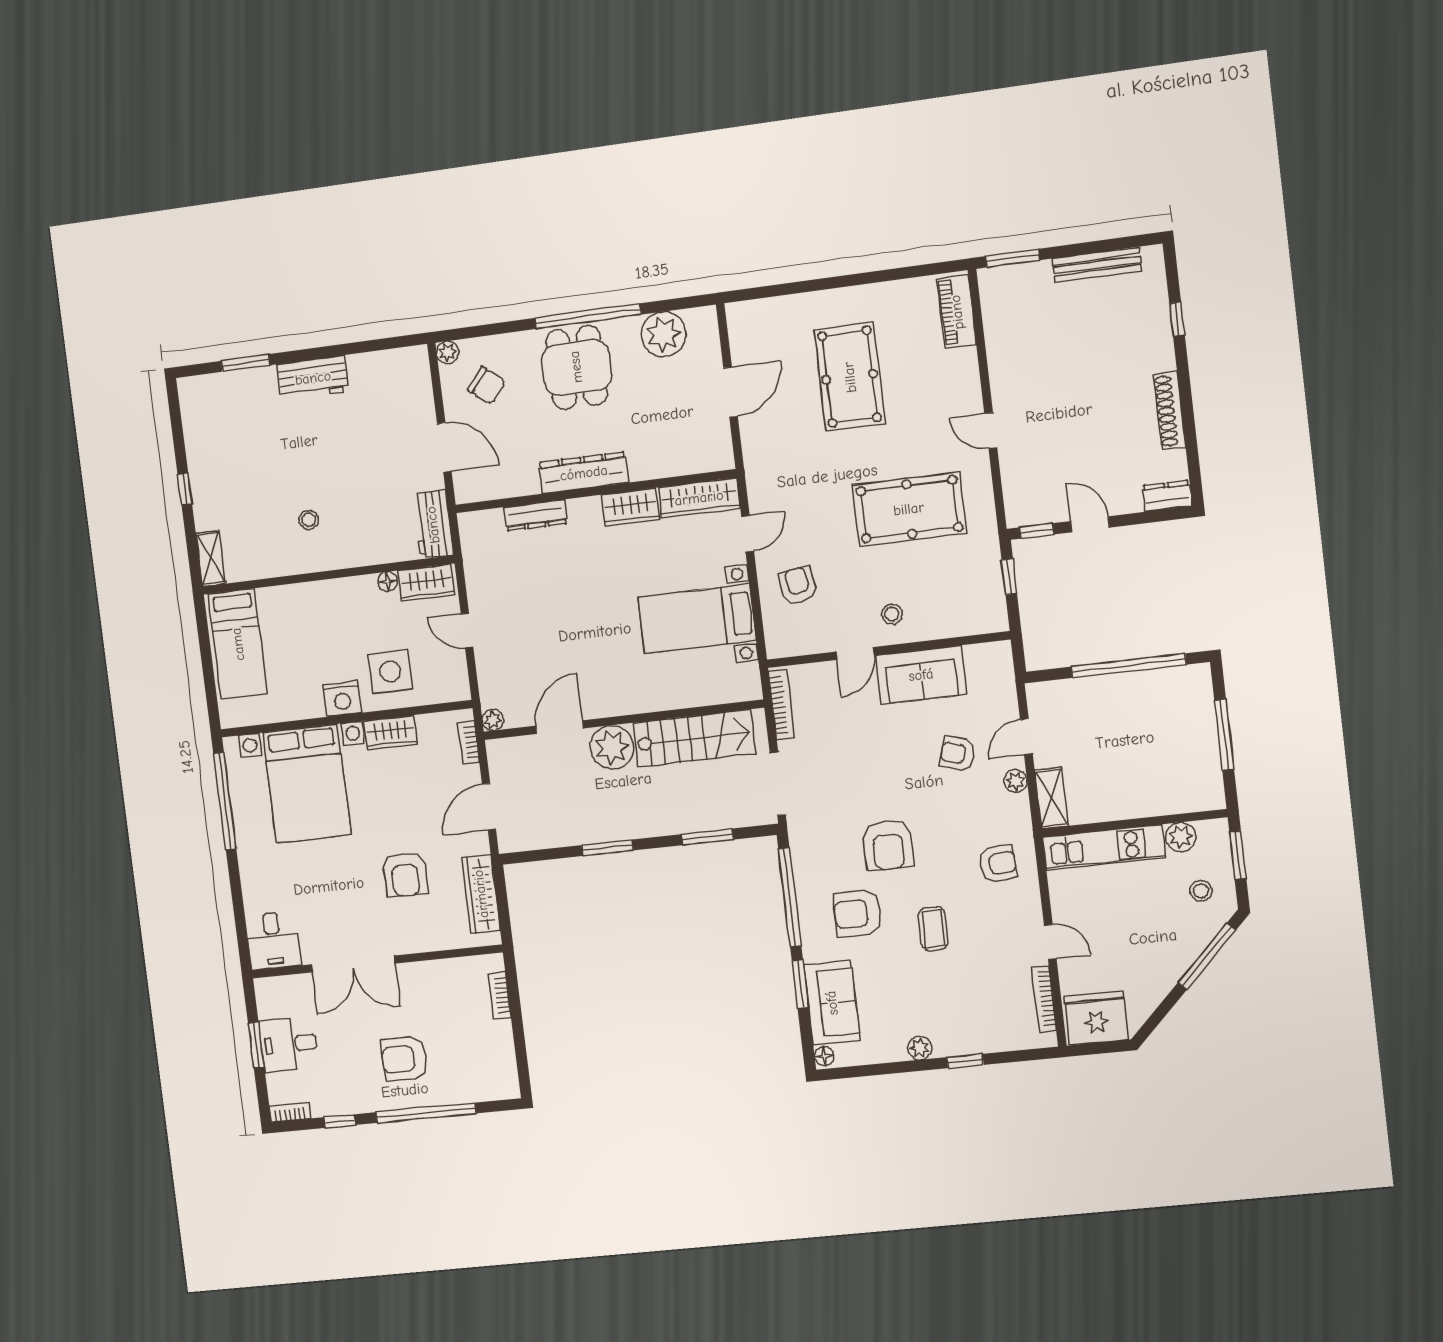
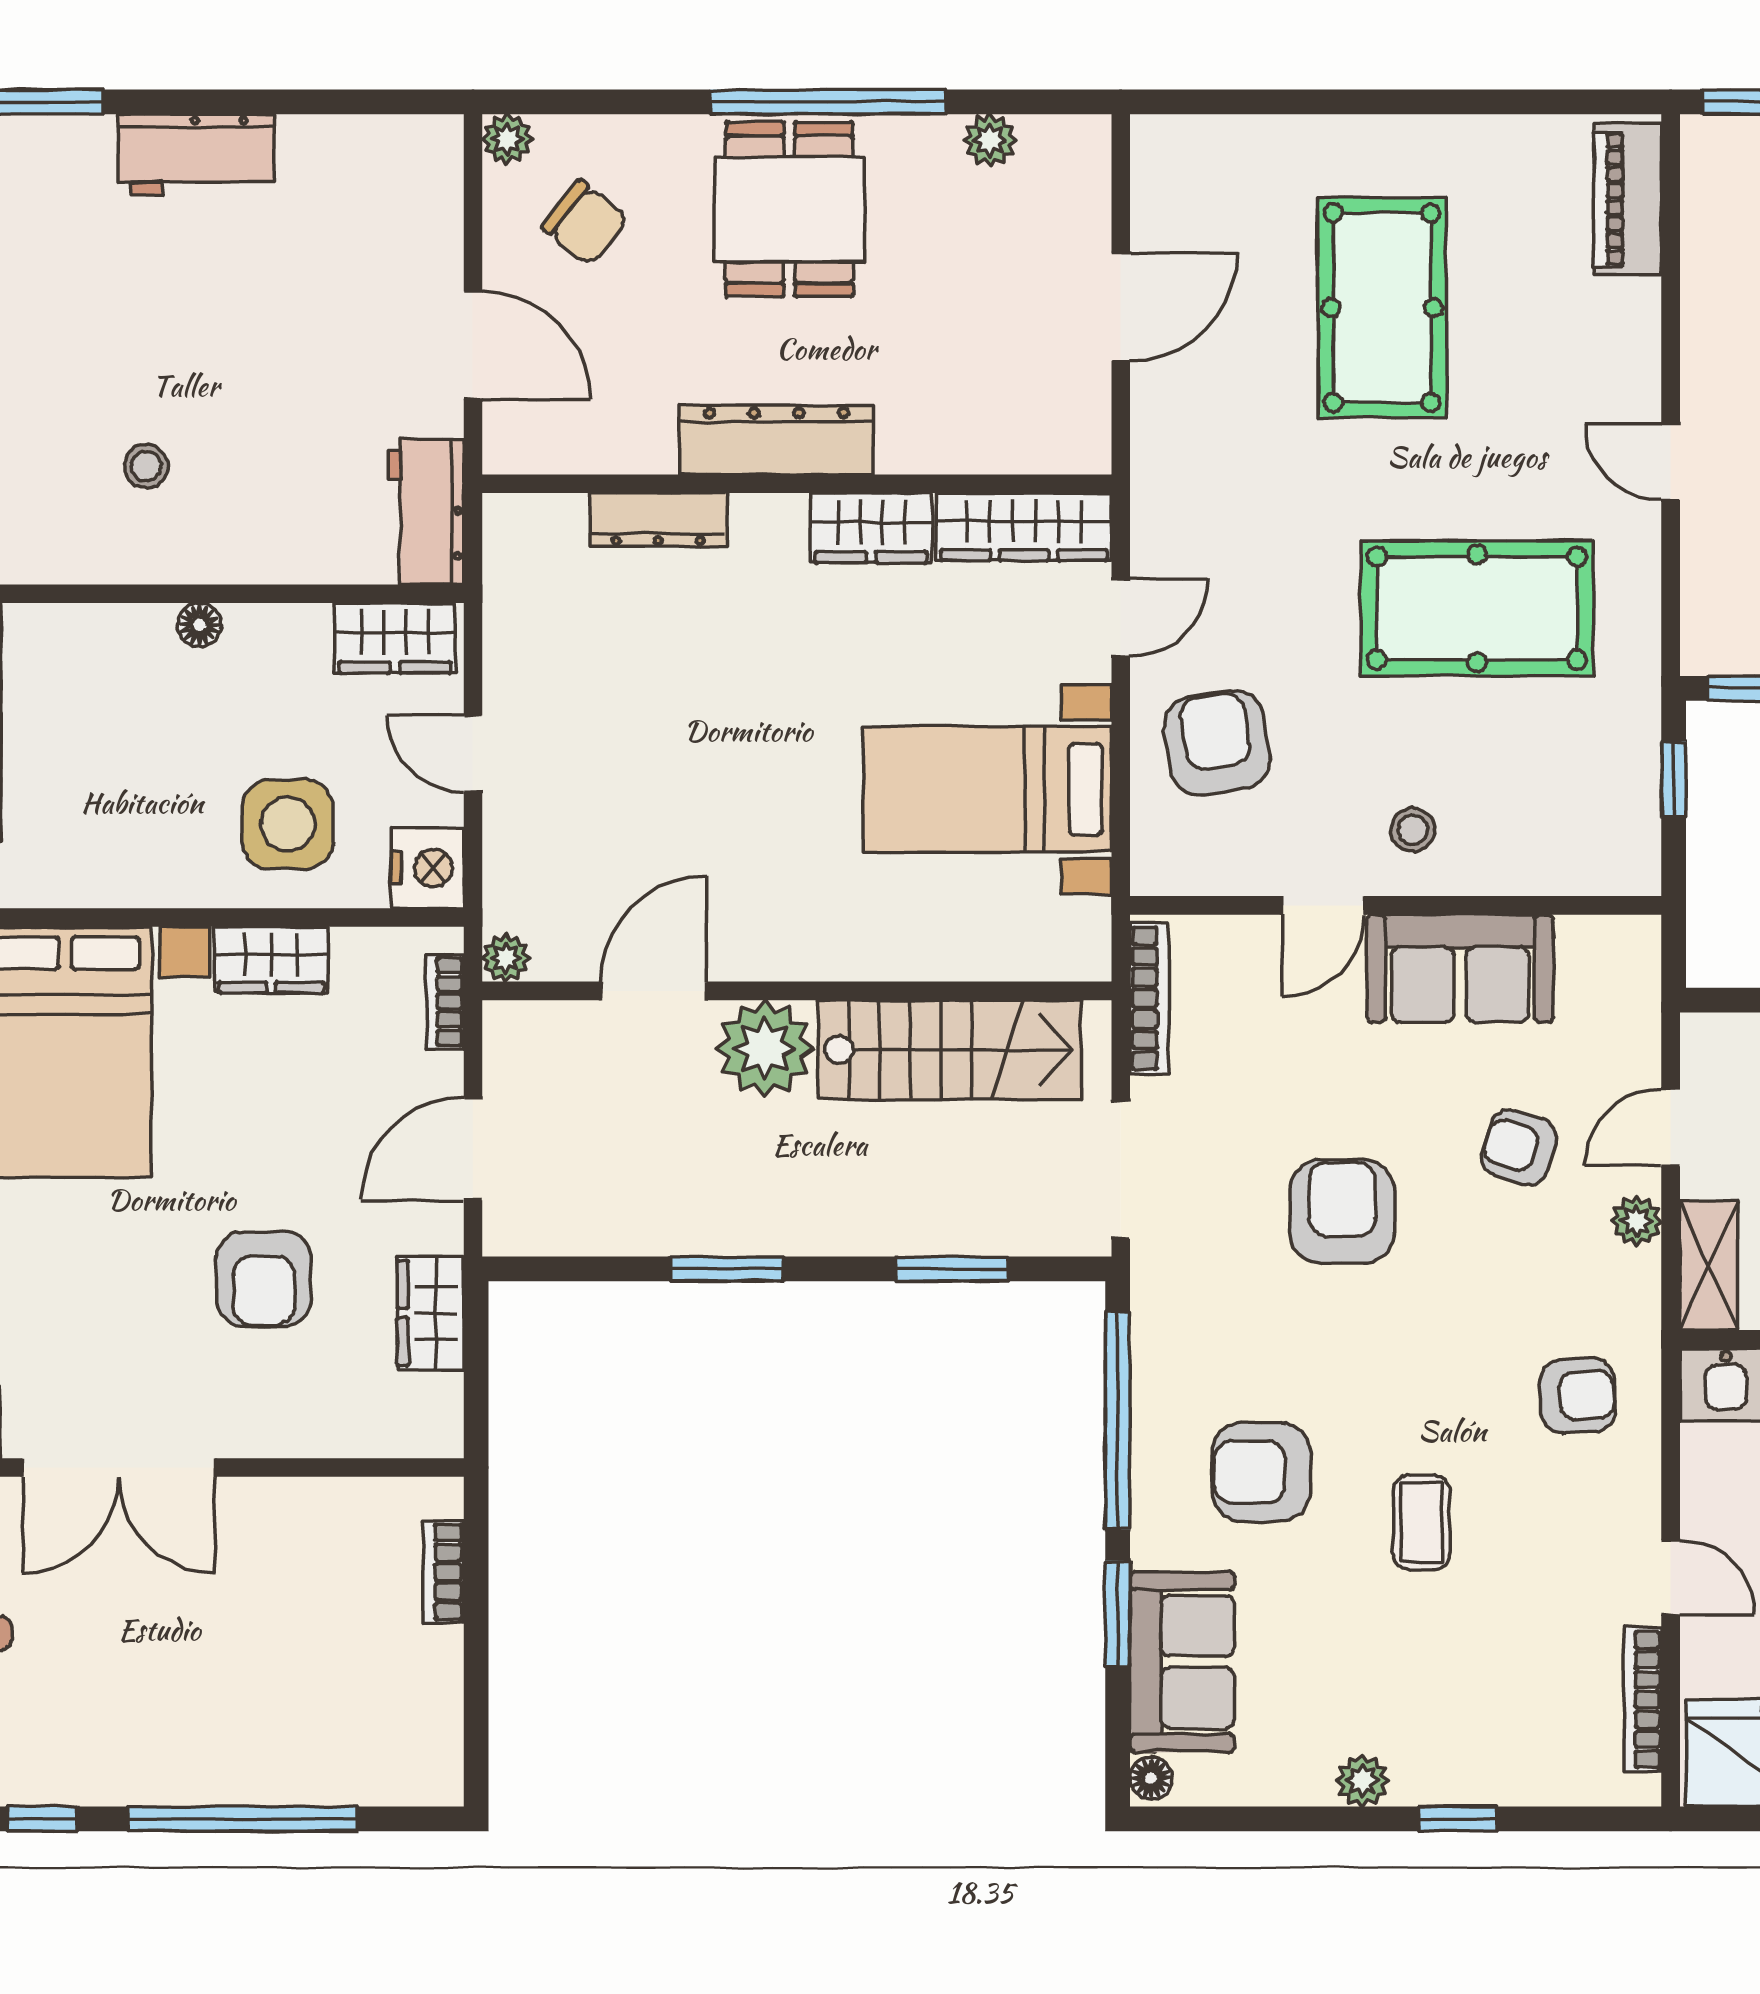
plant: (664, 334) -> (990, 140), width x0.53, depth x0.53
floor lamp: (388, 582) -> (199, 625), moved
armchair: (798, 585) -> (1217, 743), width x1.38, depth x1.38
nightstand: (342, 699) -> (428, 868), moved, turned -90
armchair: (888, 845) -> (1342, 1212), moved, turned 180
wardrobe: (481, 894) -> (431, 1313), width x0.67
armchair: (404, 1059) -> (209, 1692), removed

